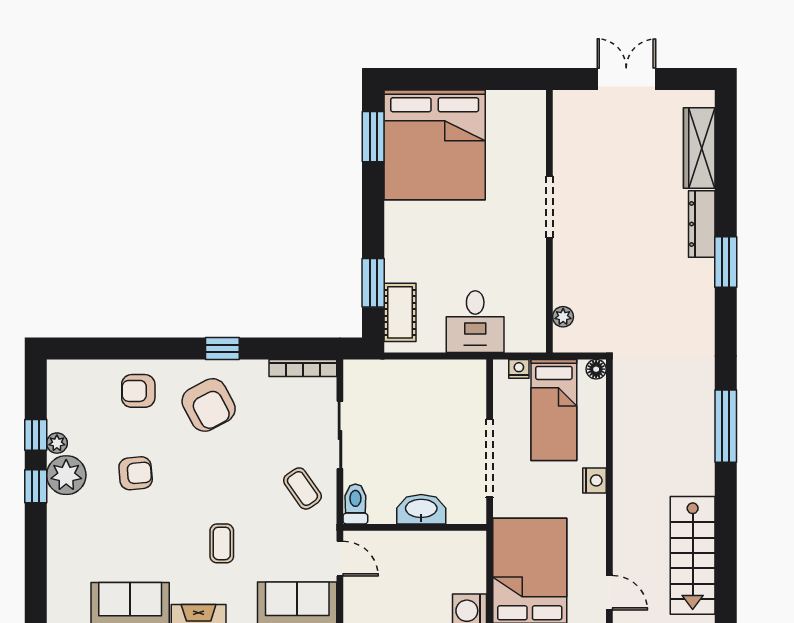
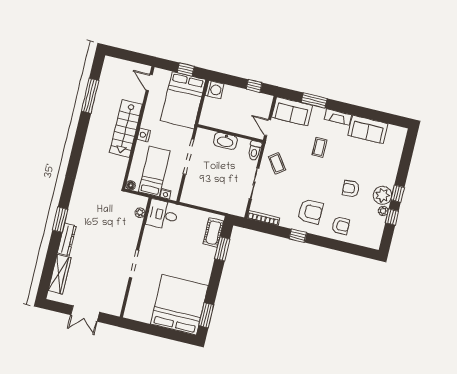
desk: (475, 322) -> (162, 215), moved, turned -90
armchair: (209, 405) -> (310, 212), turned 118
window: (726, 426) -> (90, 96), moved
stairs: (693, 555) -> (126, 128), moved, turned 180

